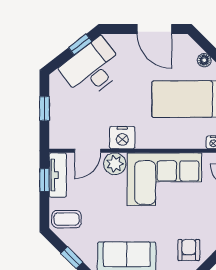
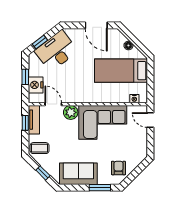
window: (80, 45) -> (40, 42), moved
nightstand: (122, 138) -> (36, 85), moved, turned 90
door: (88, 151) -> (53, 104), swing flipped

